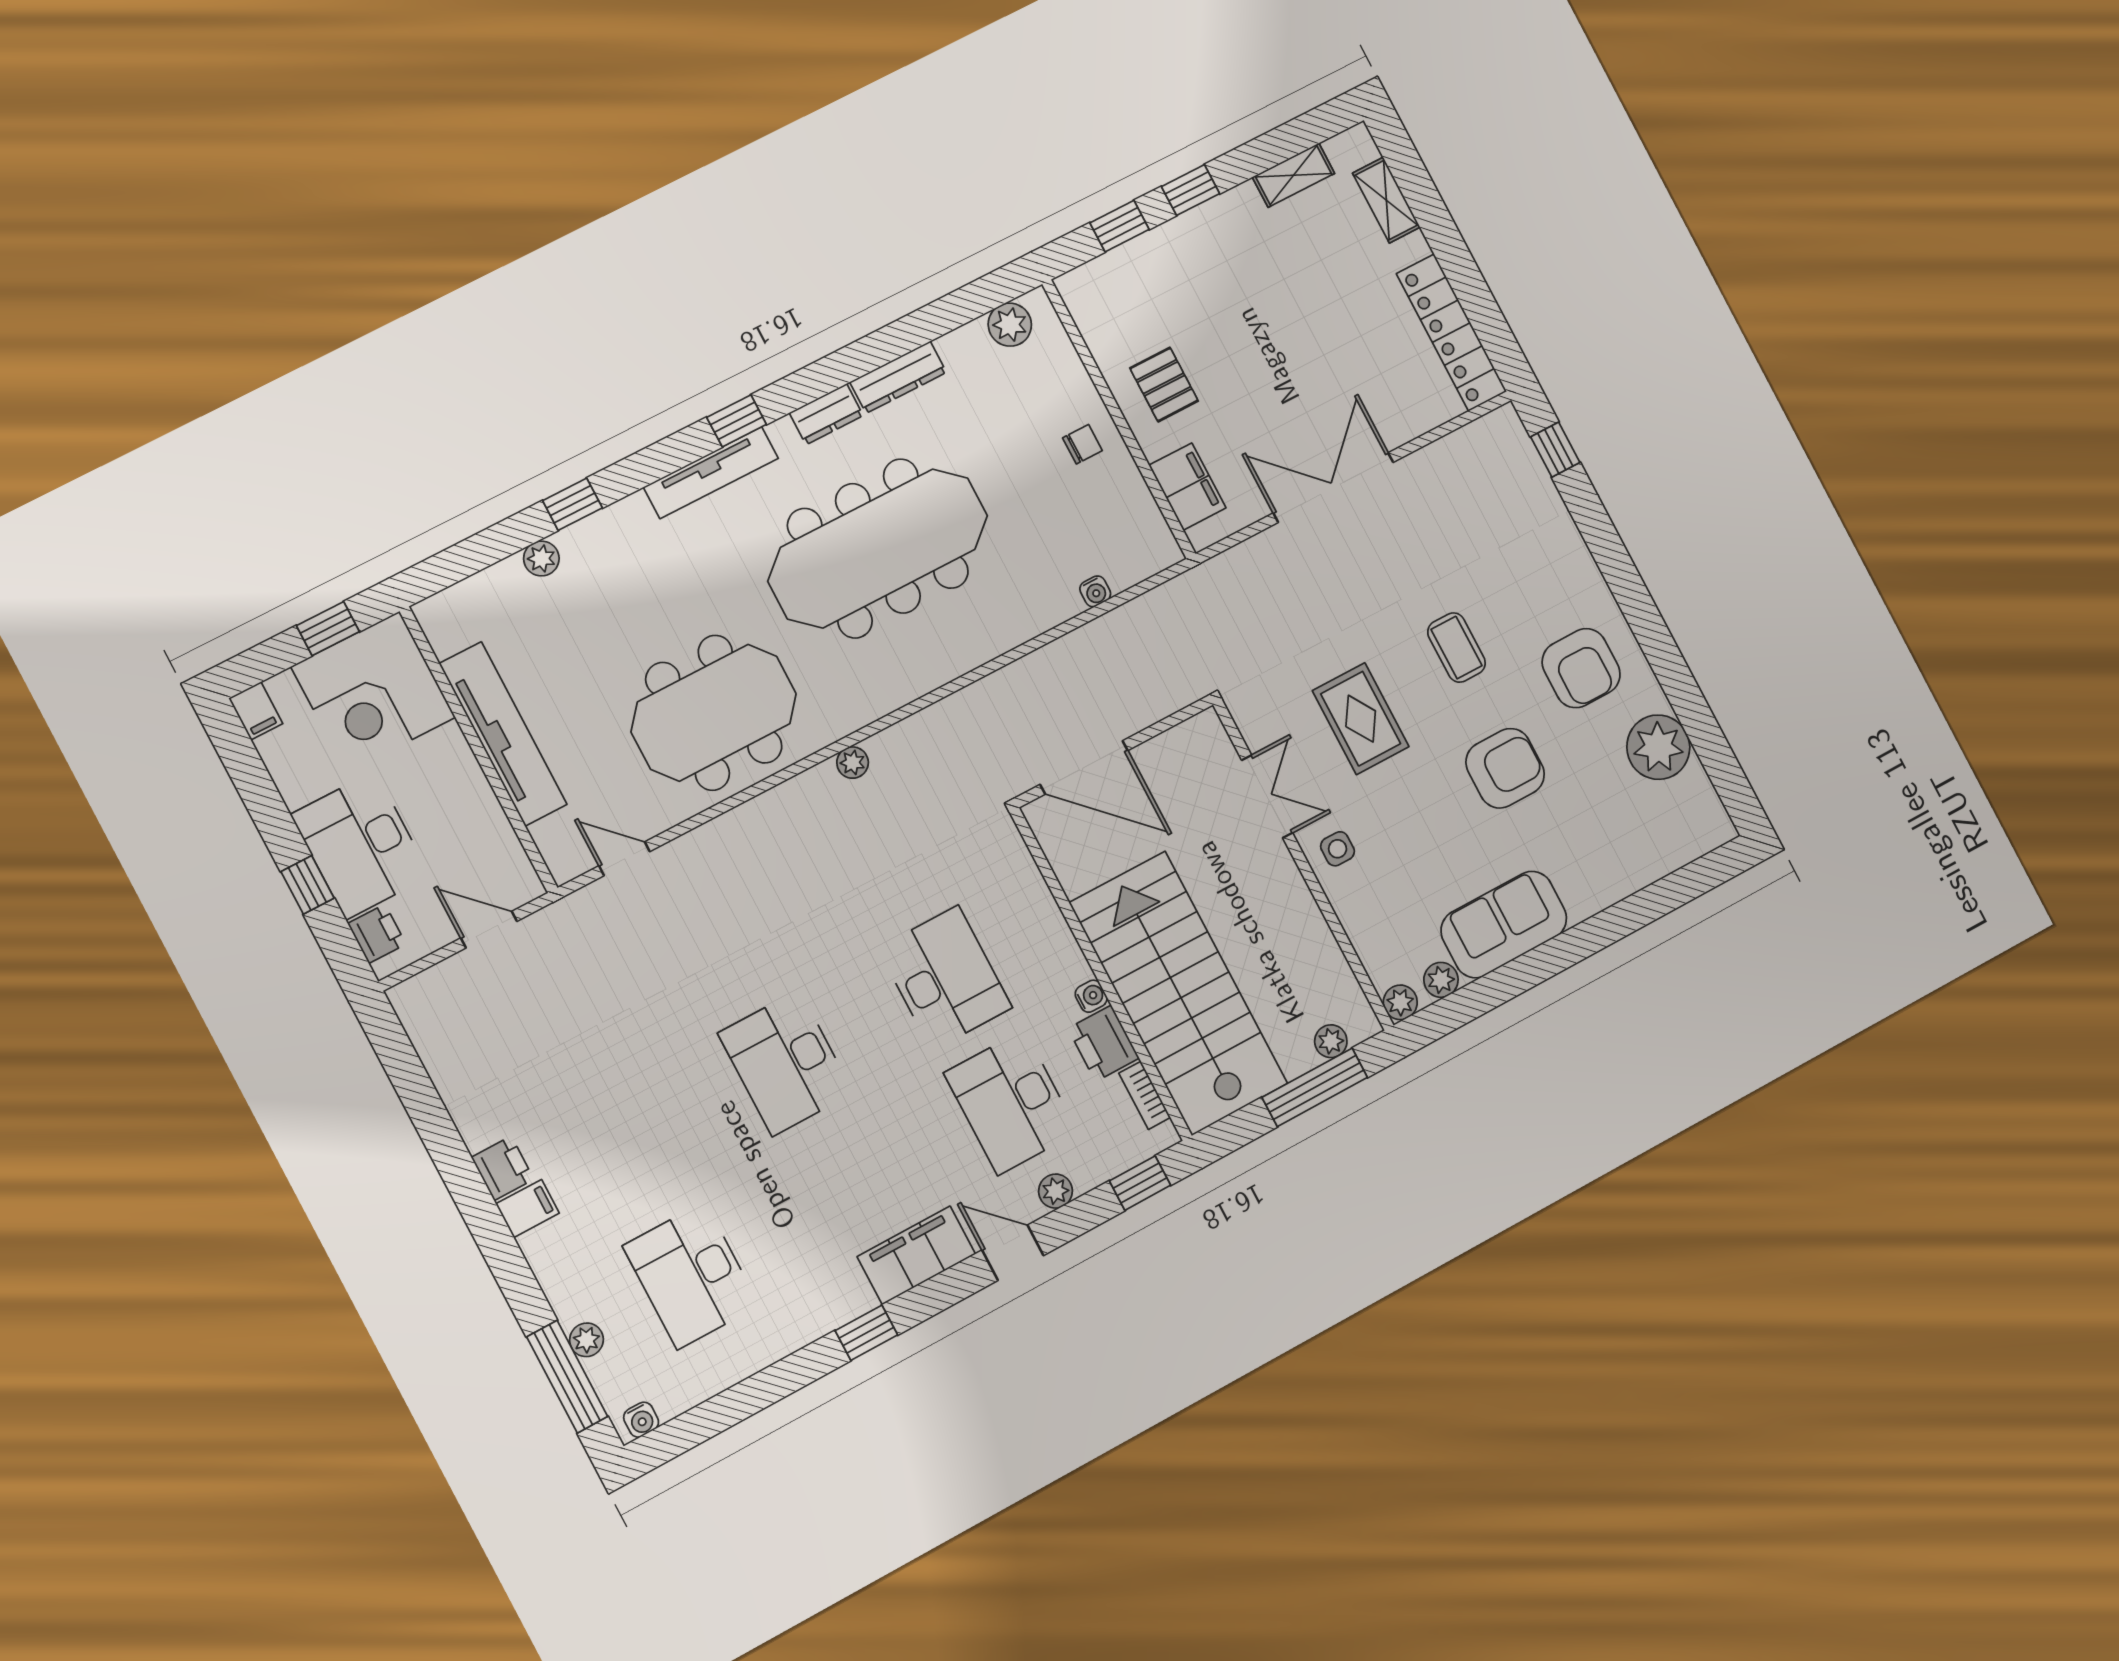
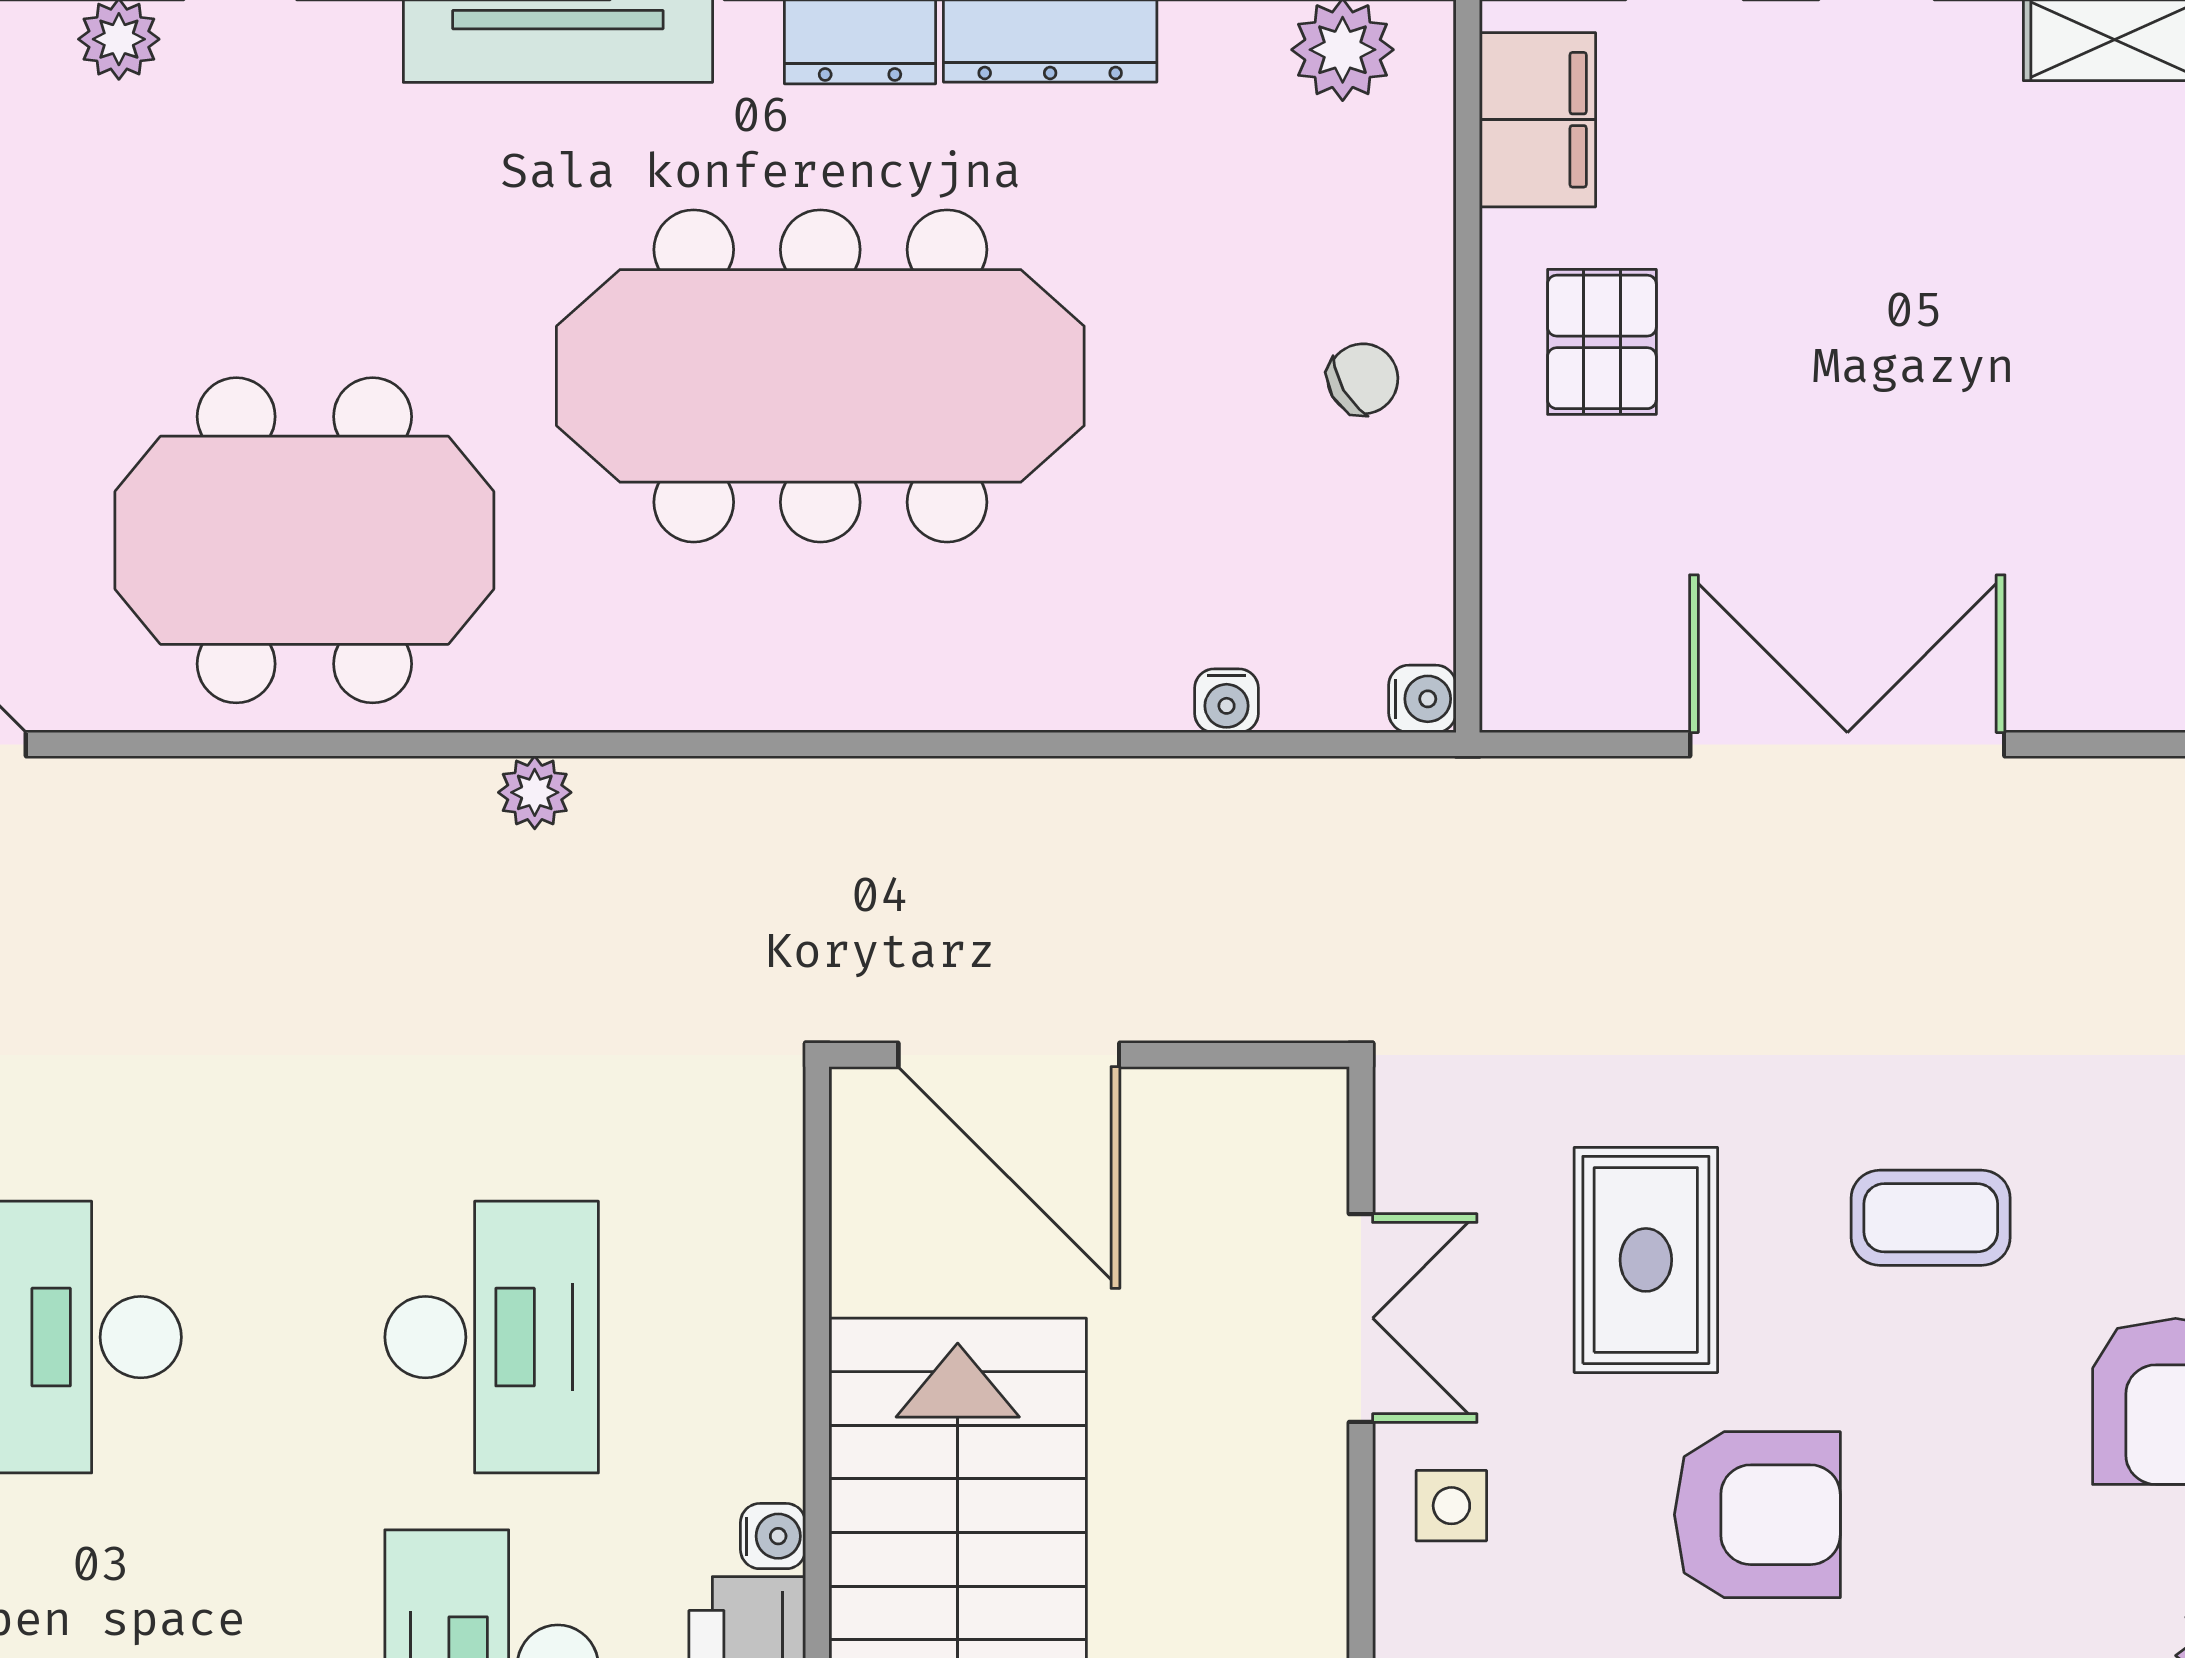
chair: (1082, 444) -> (1363, 379), turned -30
filing cabinet: (1187, 487) -> (1537, 120), moved
water cooler: (1168, 553) -> (1422, 699), added
coffee table: (1457, 648) -> (1931, 1218), turned 90
armchair: (1505, 768) -> (1757, 1515), moved

